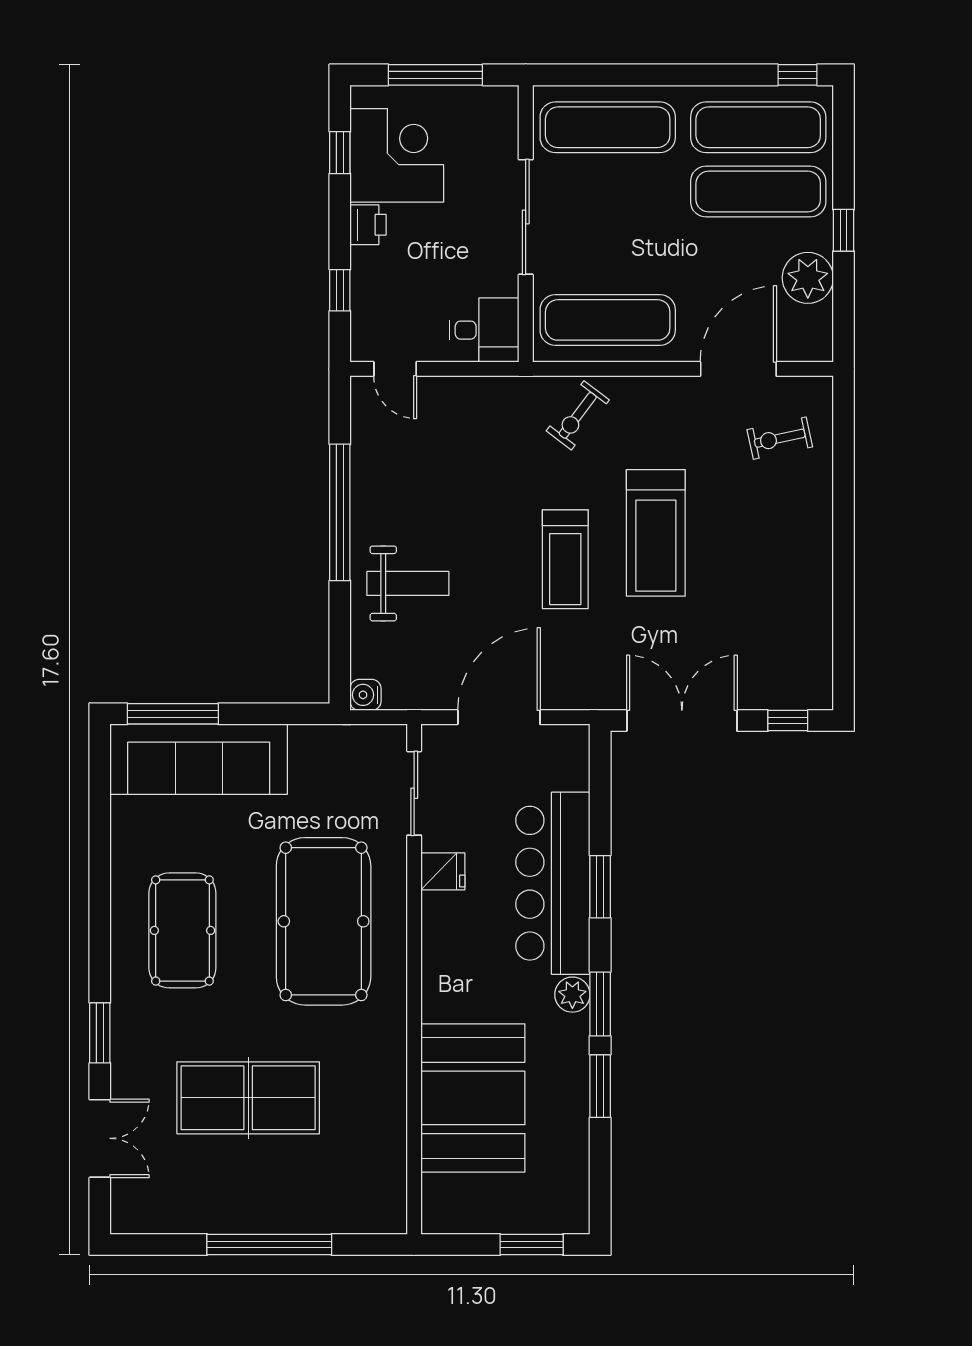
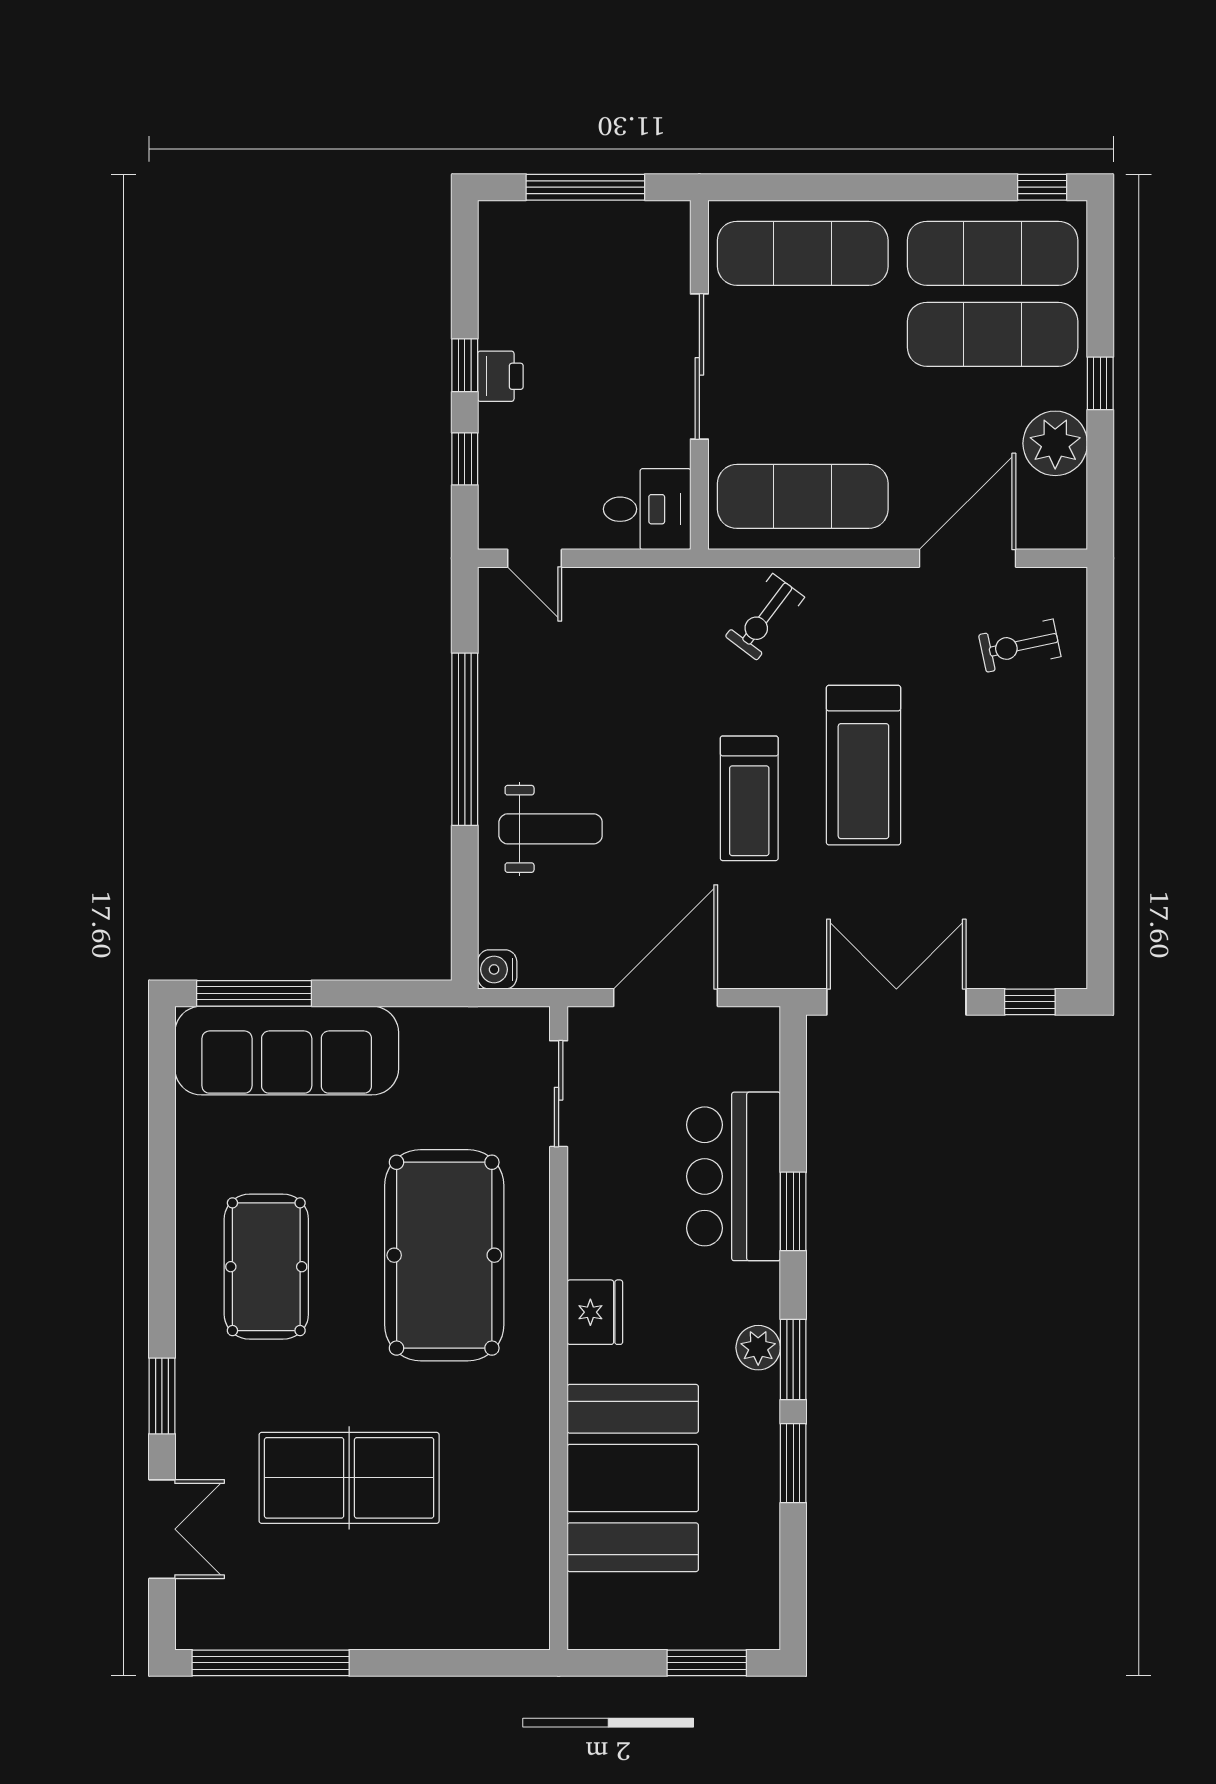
window: (340, 153) -> (465, 365), moved
corner desk: (397, 155) -> (537, 289), removed
fridge: (443, 871) -> (595, 1312), moved, width x1.38
bar counter: (553, 883) -> (734, 1176), width x0.73
window: (269, 1244) -> (271, 1663), moved

